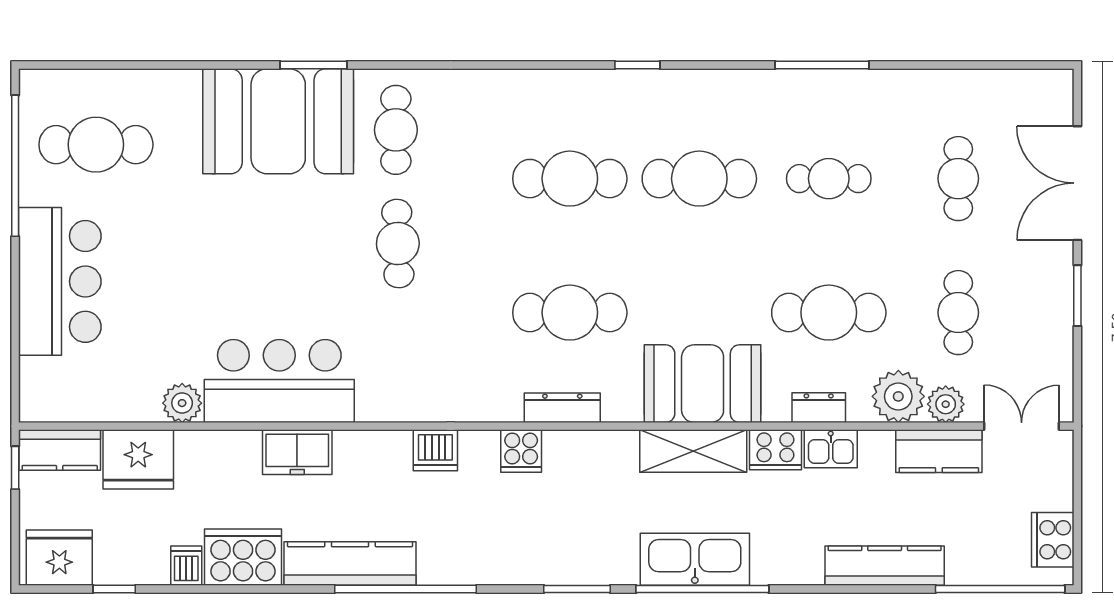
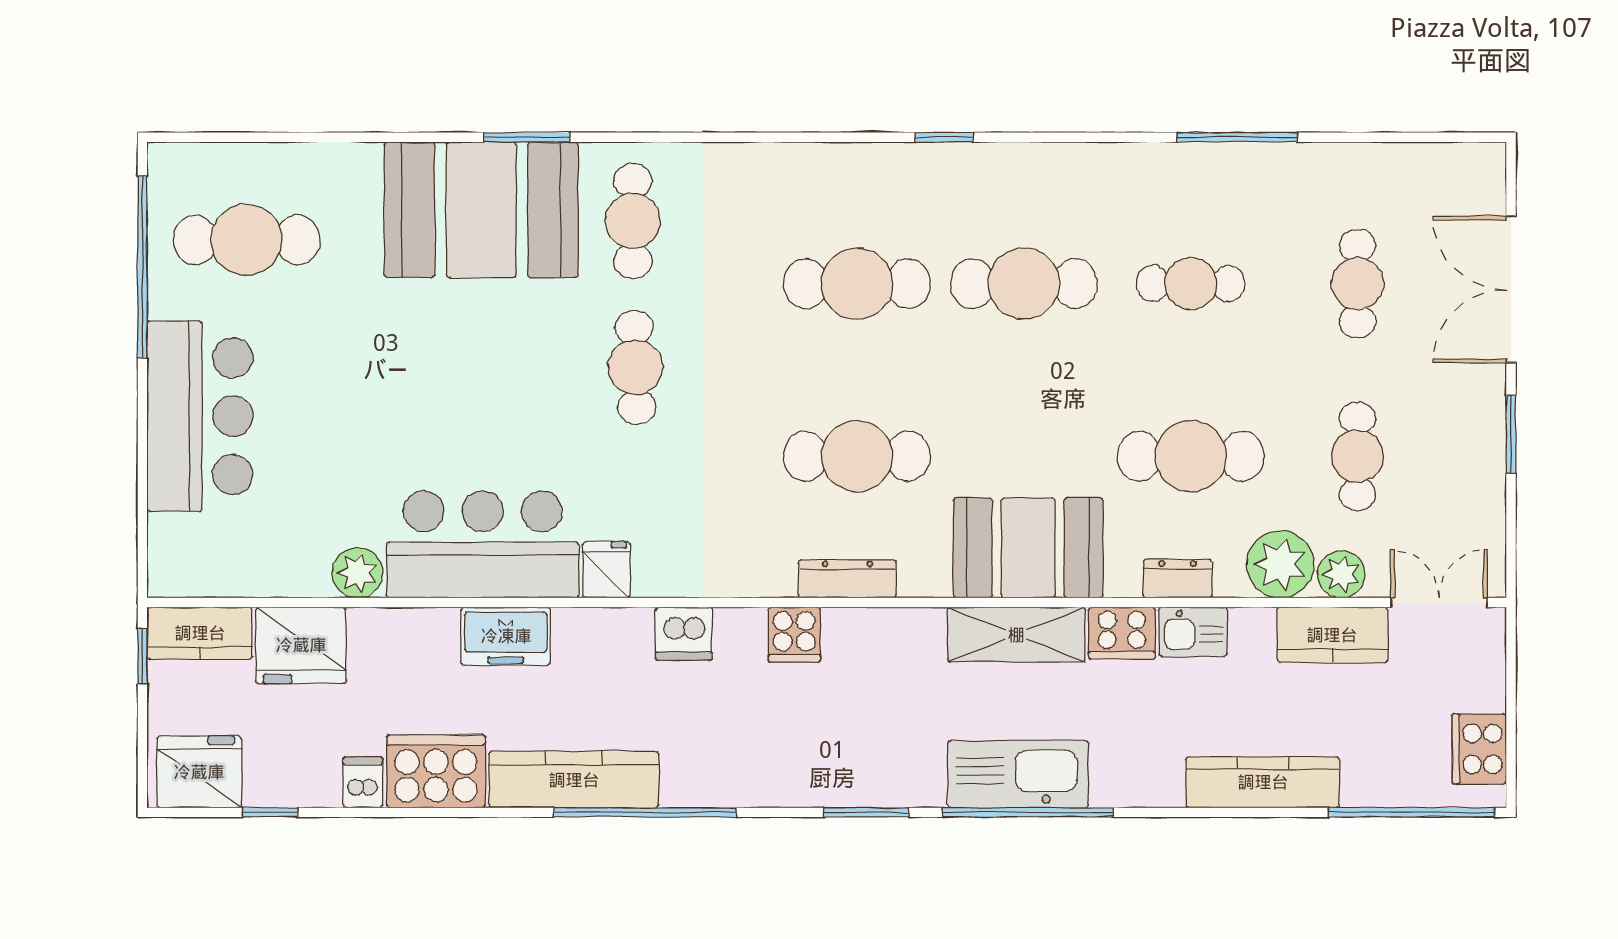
window: (822, 65) -> (1237, 137), moved
fridge: (375, 401) -> (606, 570), added

